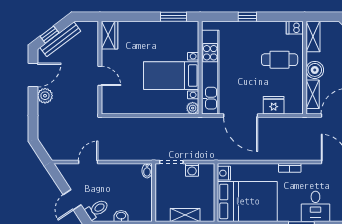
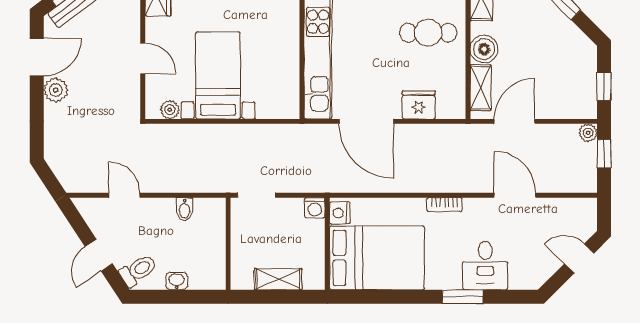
bed with nightstands: (171, 76) -> (218, 75), moved, turned 90
plant: (193, 108) -> (170, 110), moved
door: (88, 162) -> (124, 195), hinge flipped
washing machine: (192, 170) -> (315, 208), moved
bidet: (147, 171) -> (185, 209), moved

